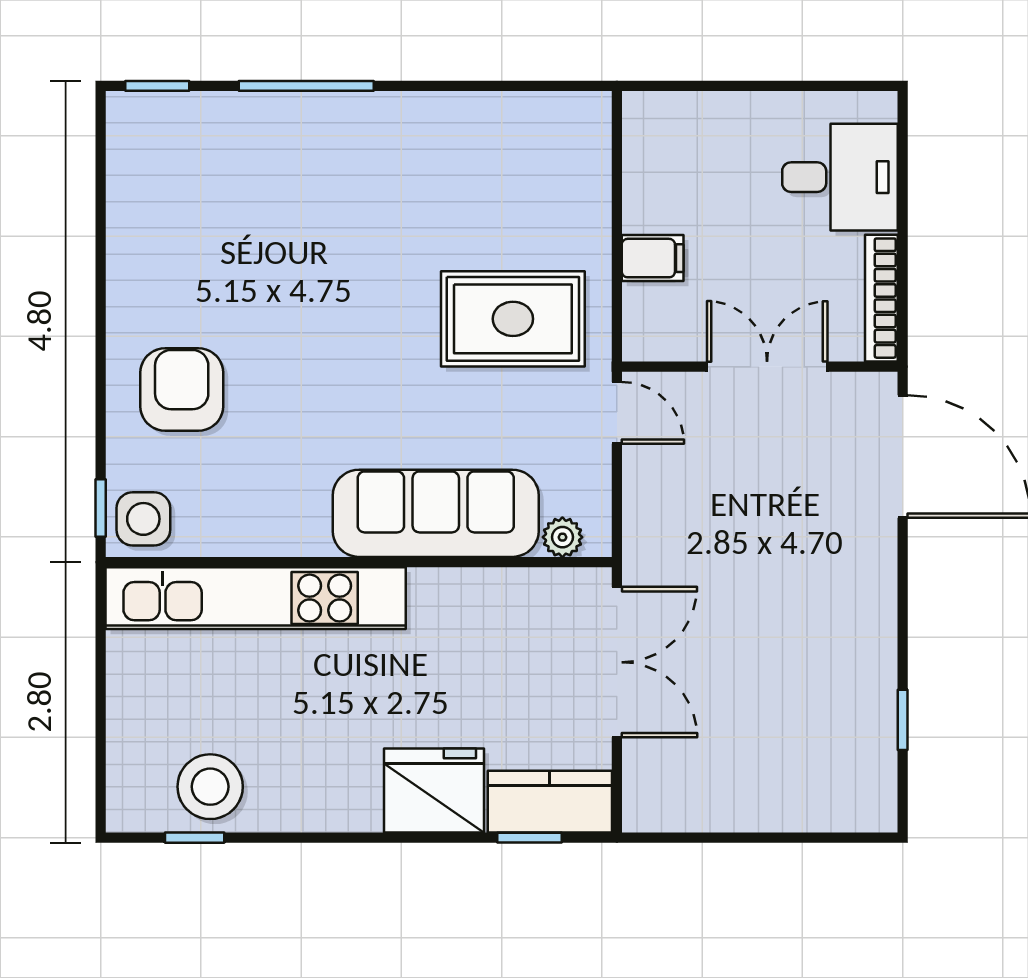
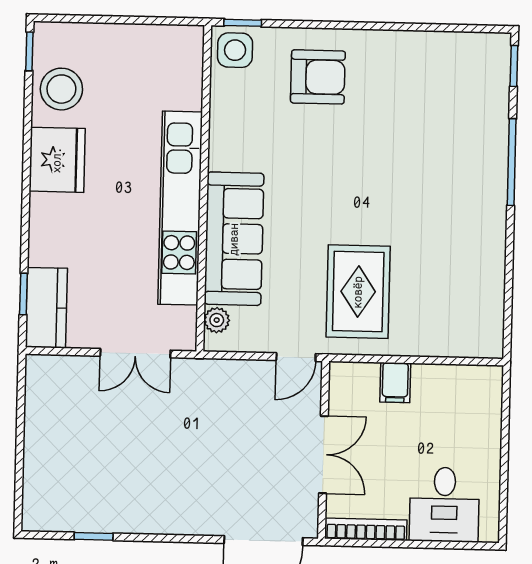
kitchen unit: (256, 598) -> (180, 208), moved
double door: (617, 662) -> (135, 353), width x0.73
fridge: (434, 791) -> (57, 160), moved
window: (195, 838) -> (29, 51), moved

